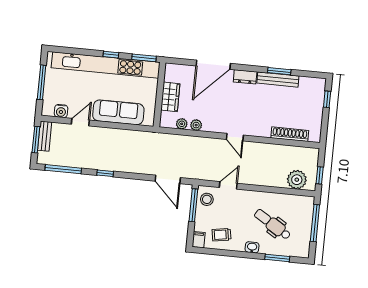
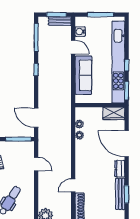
wardrobe: (170, 97) -> (114, 113), moved
door: (235, 137) -> (73, 185), moved
door: (168, 179) -> (36, 118), hinge flipped
stool: (207, 199) -> (24, 149), removed

